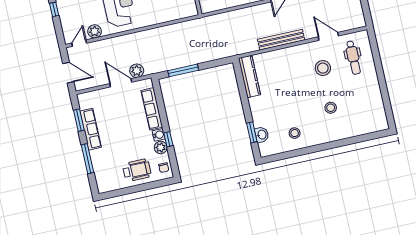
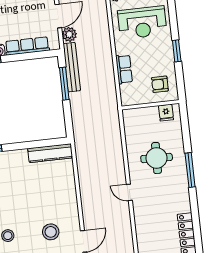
row of seats: (164, 16) -> (124, 69), added
bench: (281, 40) -> (72, 67), moved

